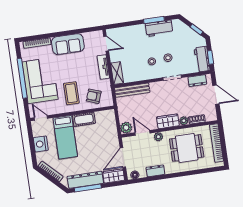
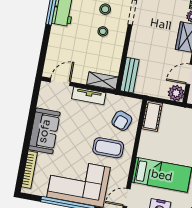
bench: (132, 90) -> (130, 75), width x0.73
cot: (84, 119) -> (152, 116), moved

